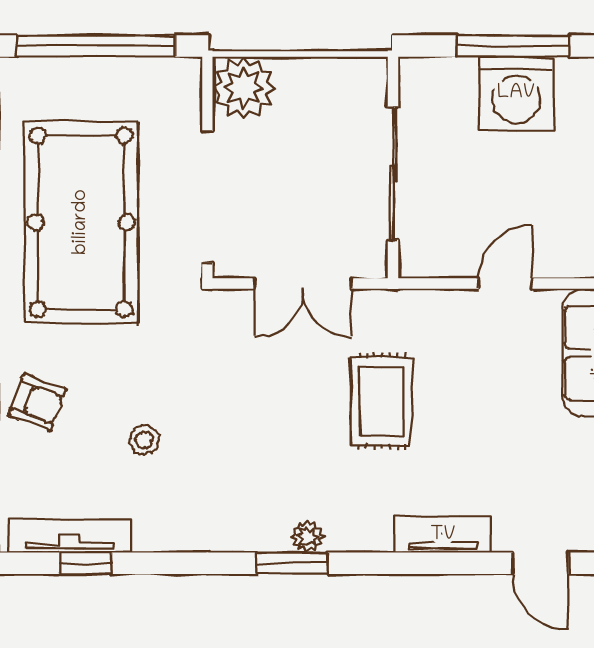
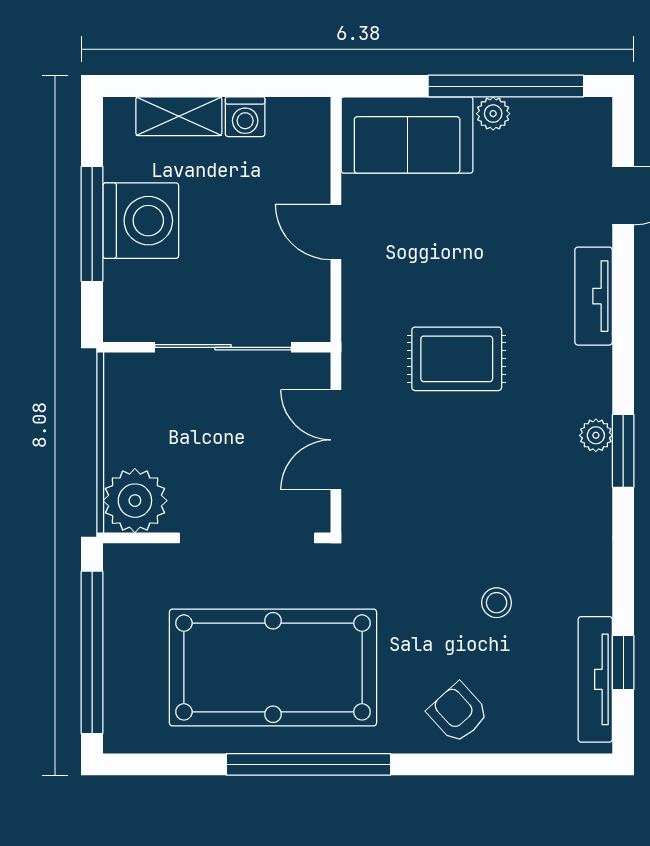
double door: (303, 284) -> (336, 440), swing flipped
armchair: (37, 402) -> (458, 713), turned -63

